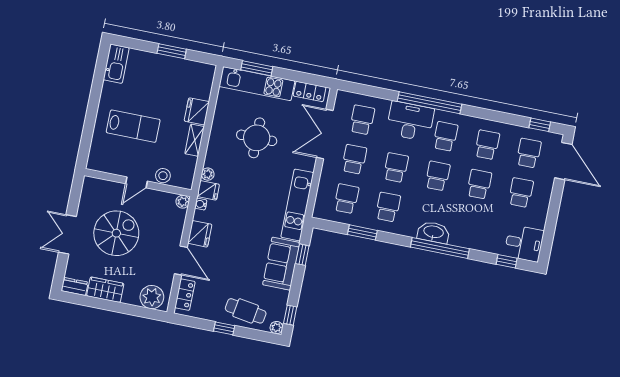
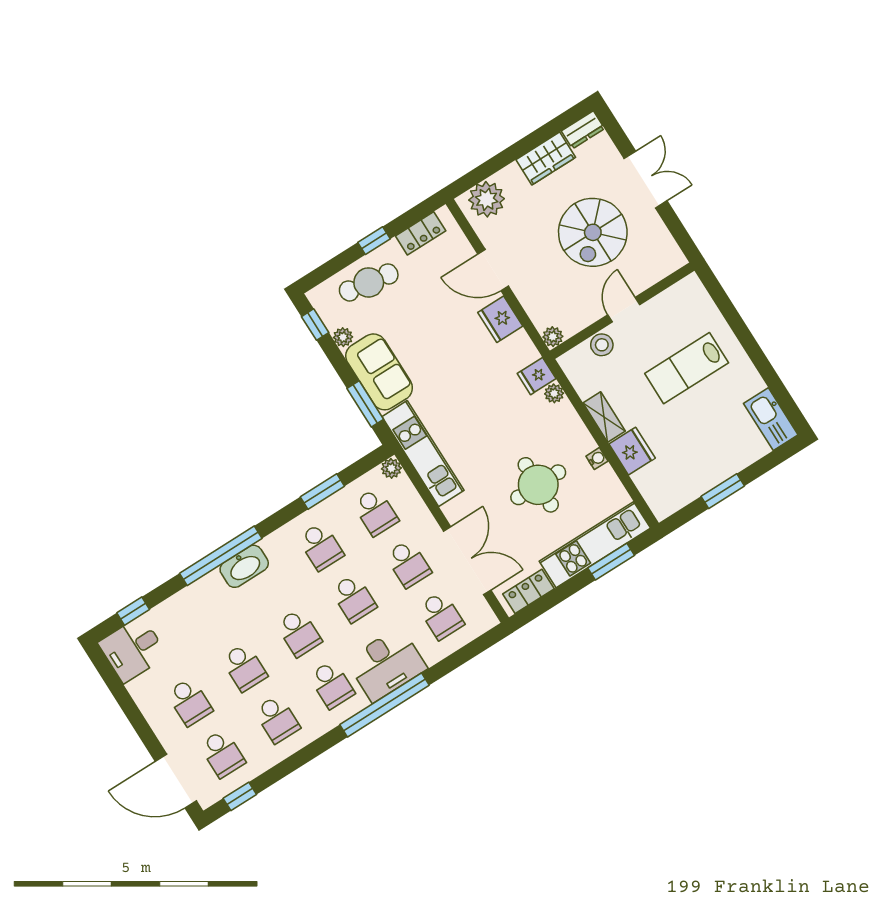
water cooler: (201, 204) -> (597, 459), moved
plant: (319, 212) -> (391, 468), added
window: (302, 255) -> (365, 404), width x1.50
locker: (185, 295) -> (421, 233), moved, turned -90
plant: (276, 328) -> (343, 337), moved

